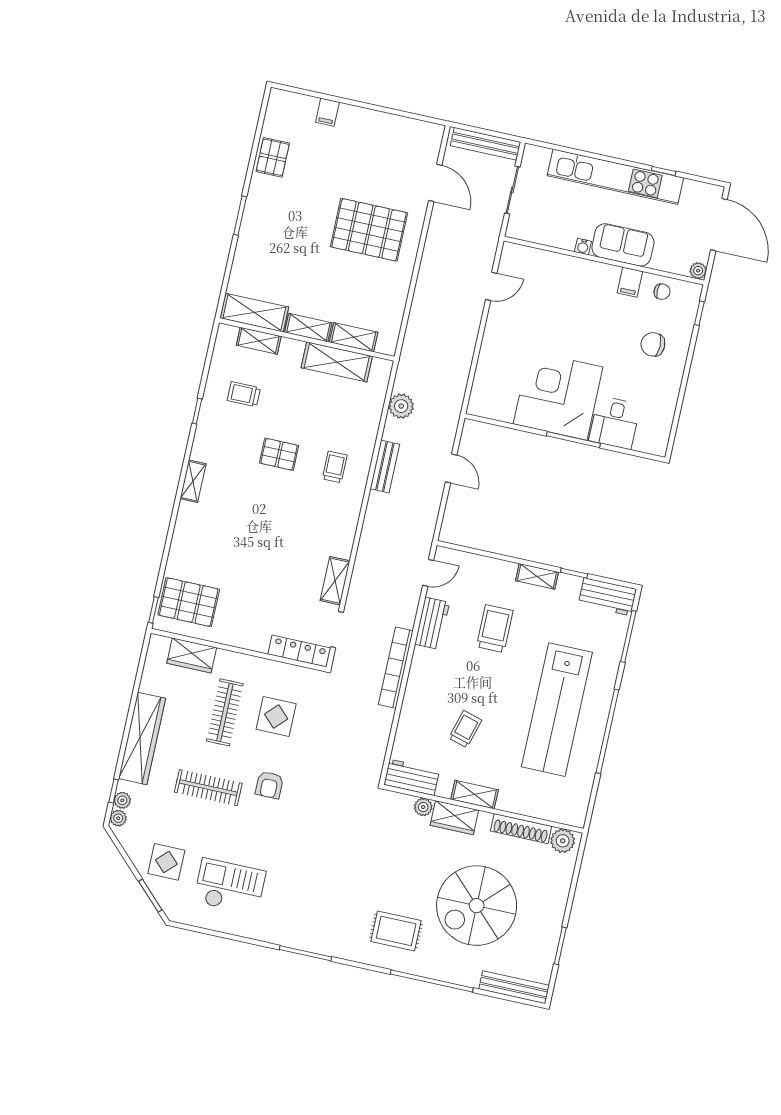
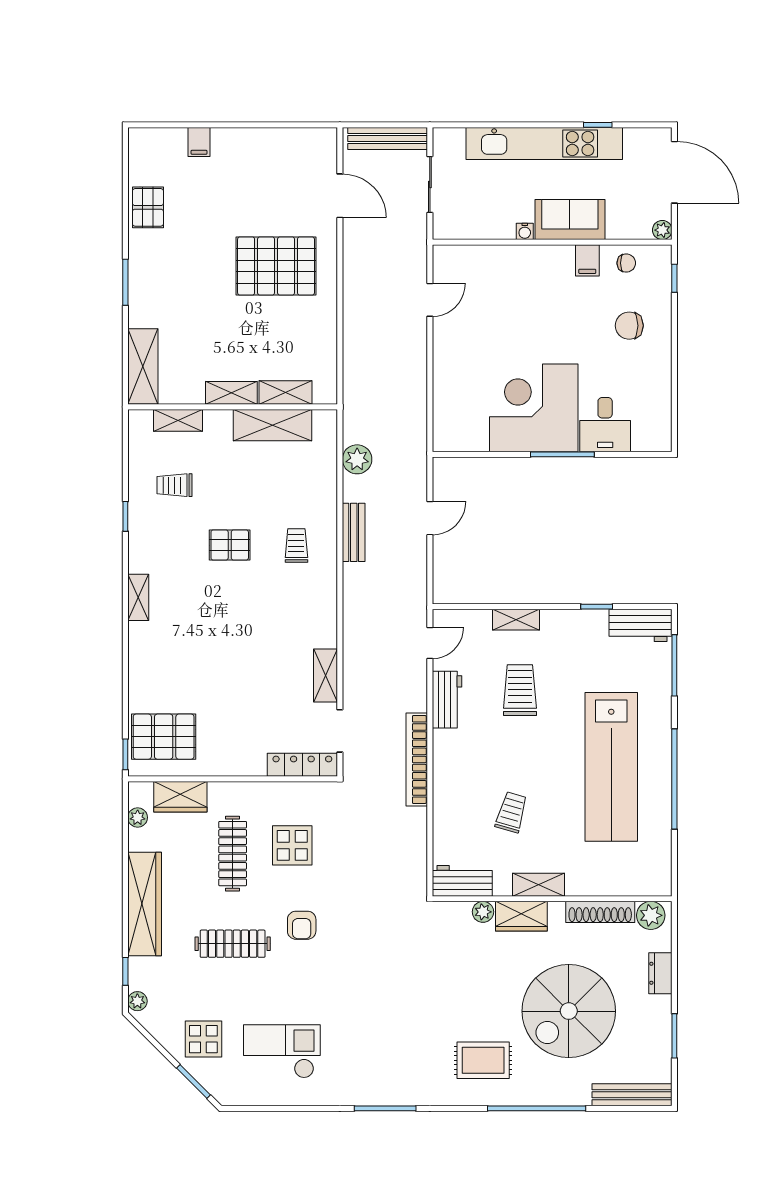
shelving: (254, 313) -> (143, 366), moved, turned 90
door: (451, 468) -> (430, 518), hinge flipped
shelving: (537, 576) -> (516, 620), moved
plant: (122, 800) -> (138, 817), moved
dresser: (560, 891) -> (660, 973), added

